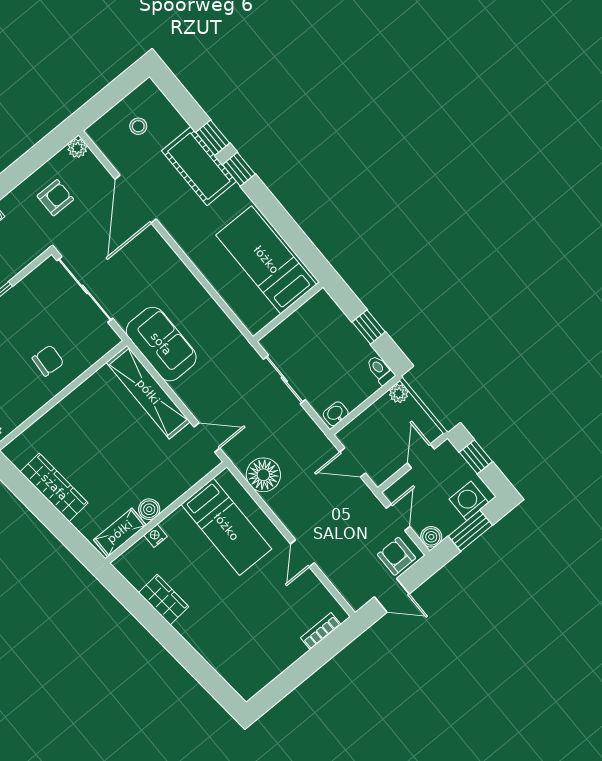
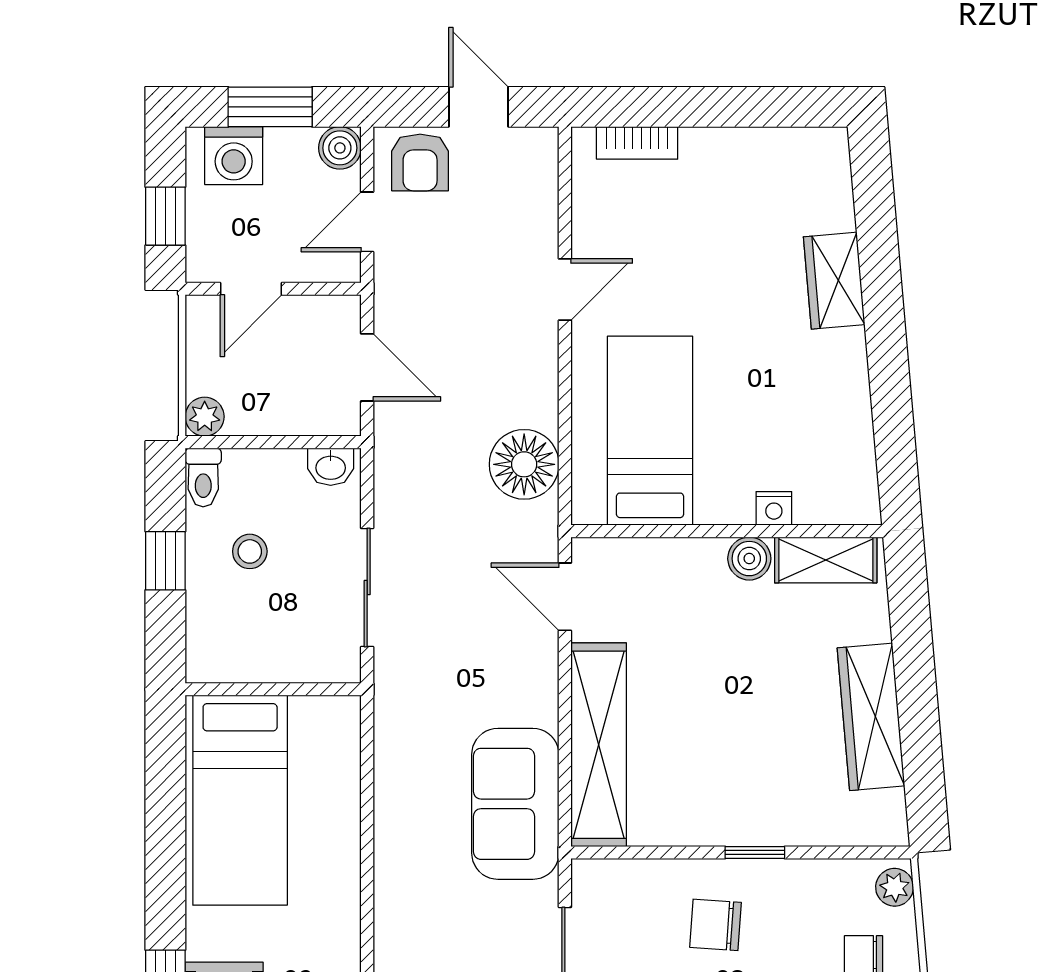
stool: (340, 357) -> (250, 551), added
window: (56, 400) -> (755, 852), added
wardrobe: (164, 600) -> (834, 281), moved

